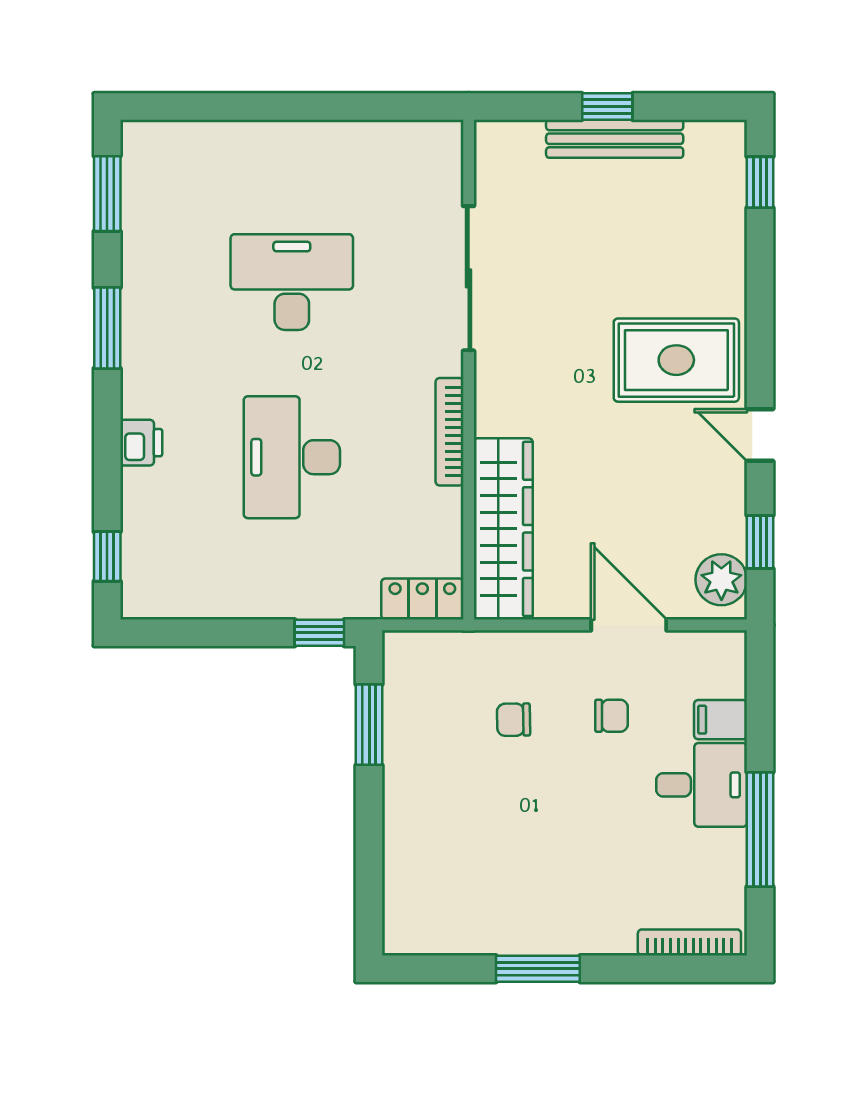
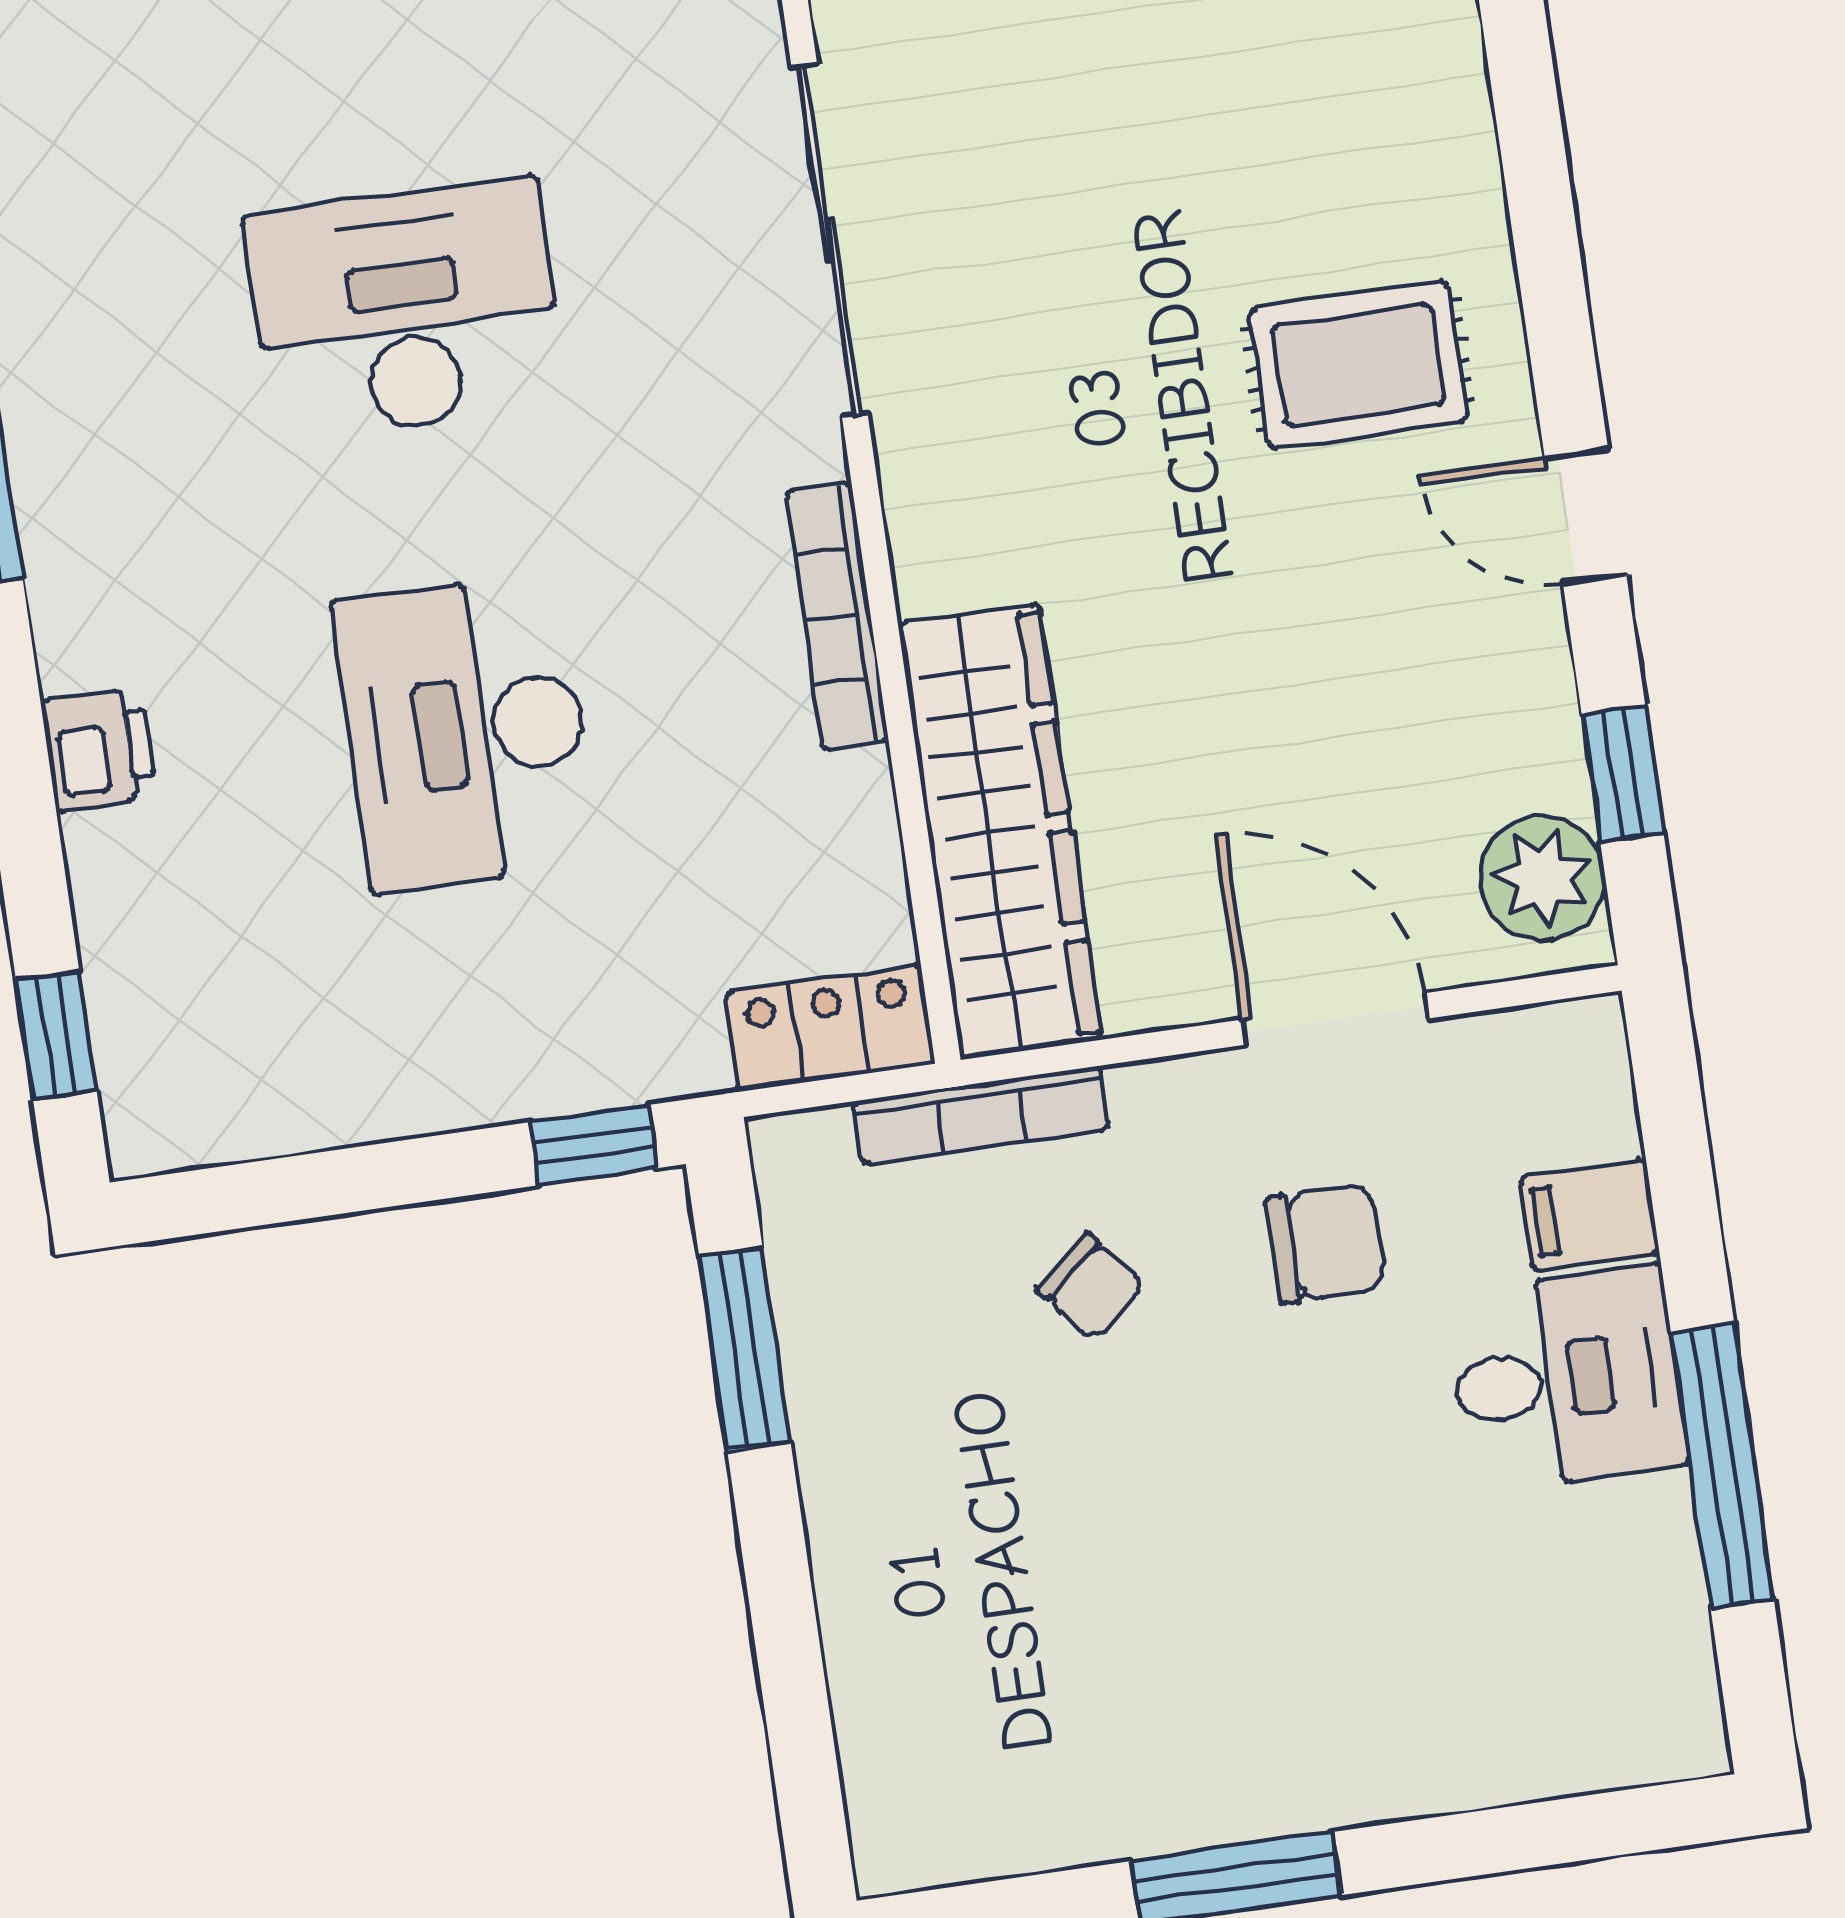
rug: (676, 360) -> (1358, 365), width x0.73, depth x0.70
chair: (612, 716) -> (1326, 1244), width x1.37, depth x1.37
chair: (514, 720) -> (1091, 1287), turned -129
bookcase: (689, 942) -> (981, 1115), moved, turned 180

